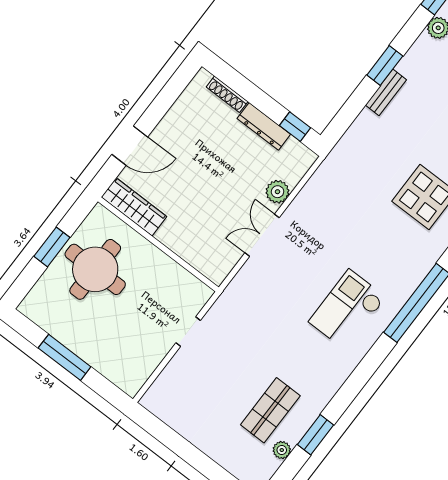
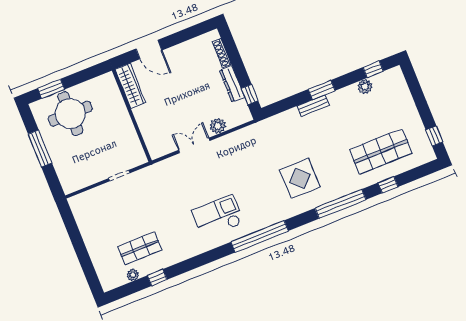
window: (52, 247) -> (51, 89), moved
round table: (95, 269) -> (70, 114), moved
window: (315, 435) -> (157, 278), width x0.67

